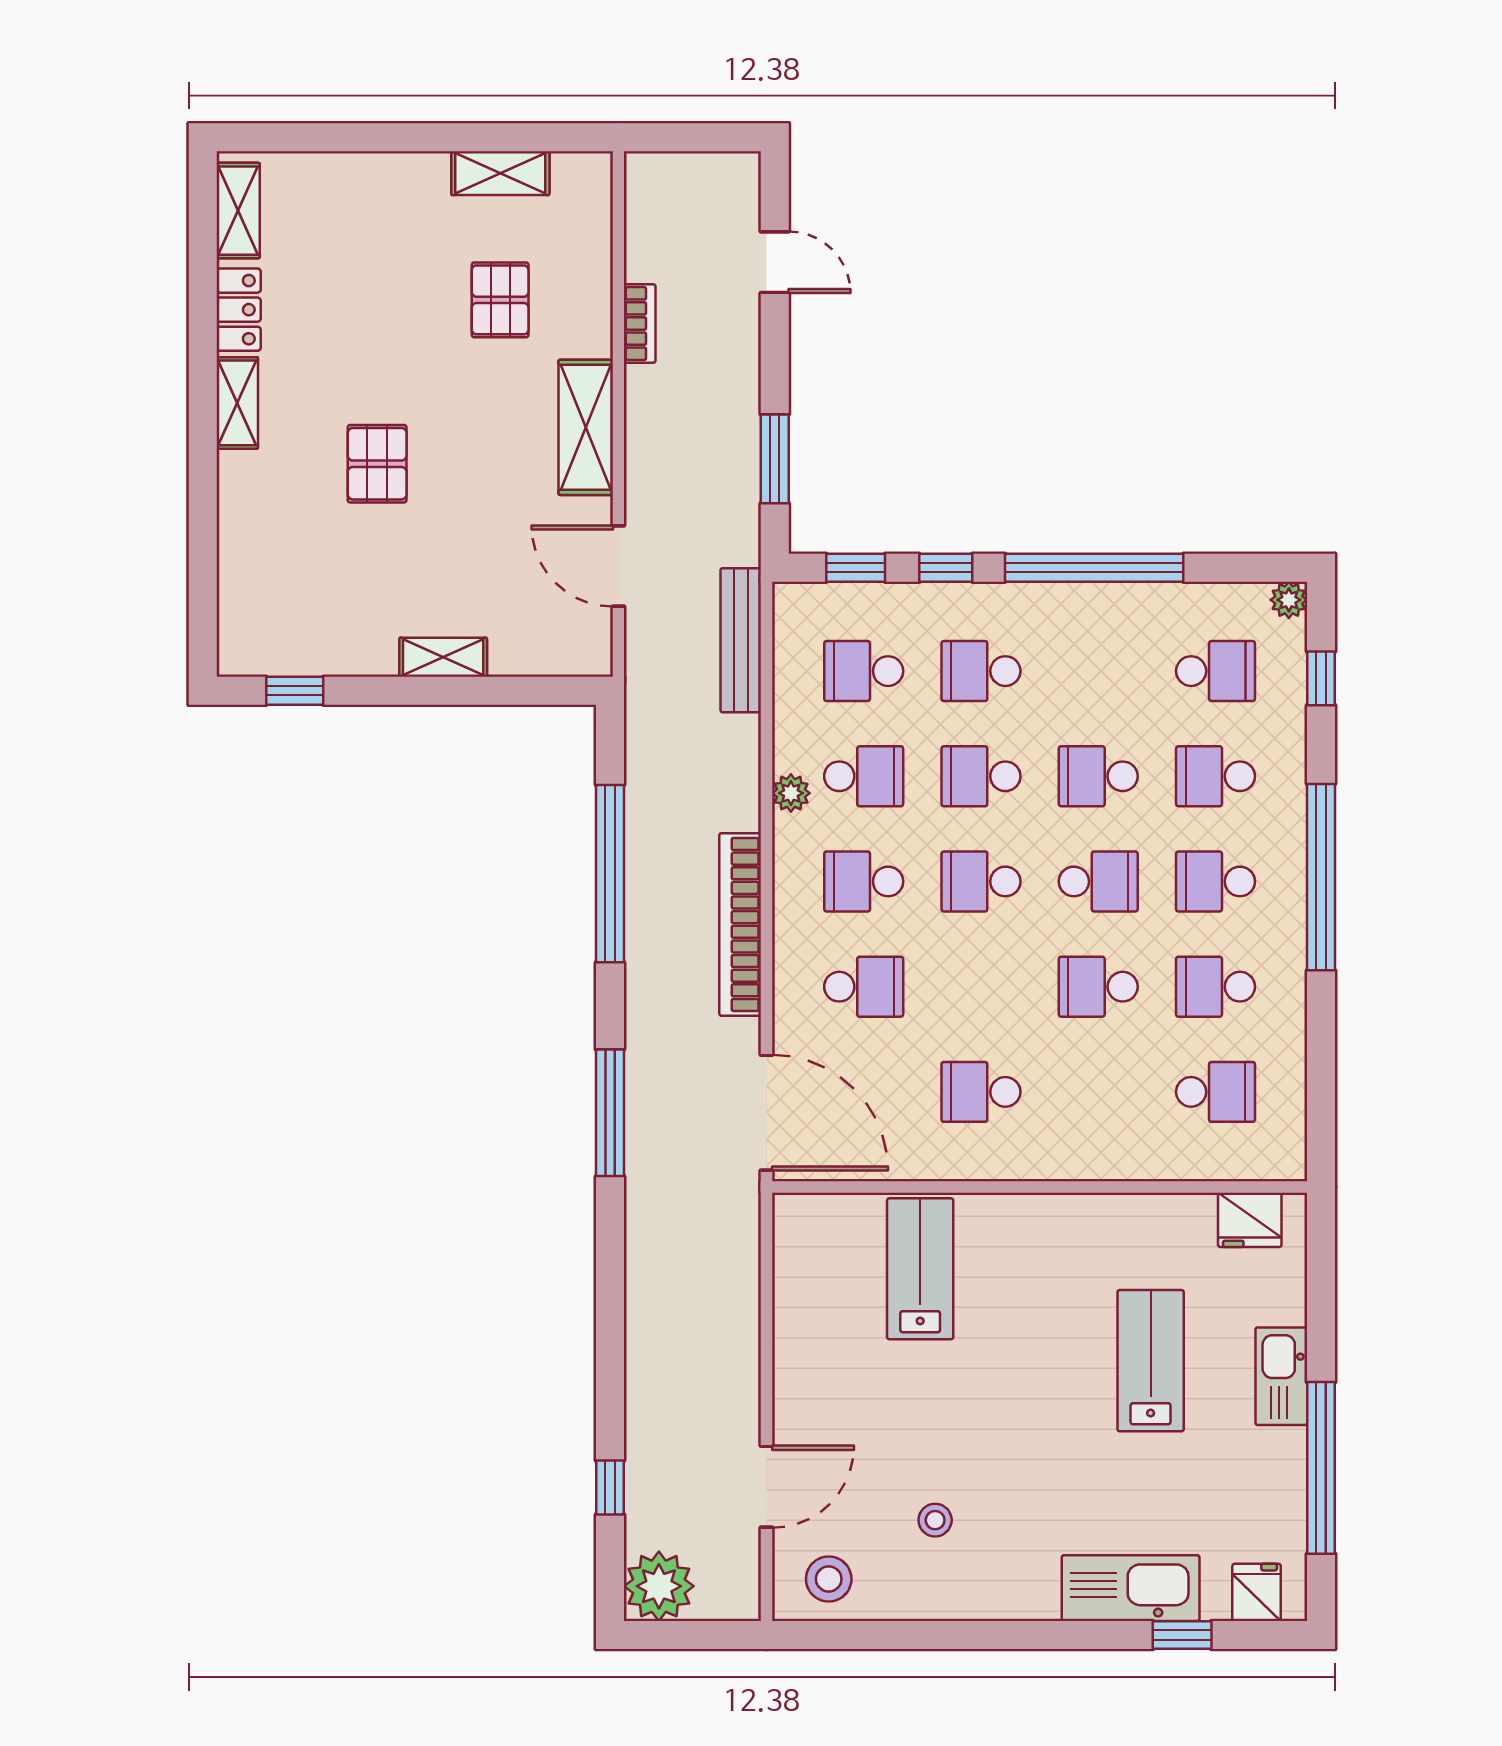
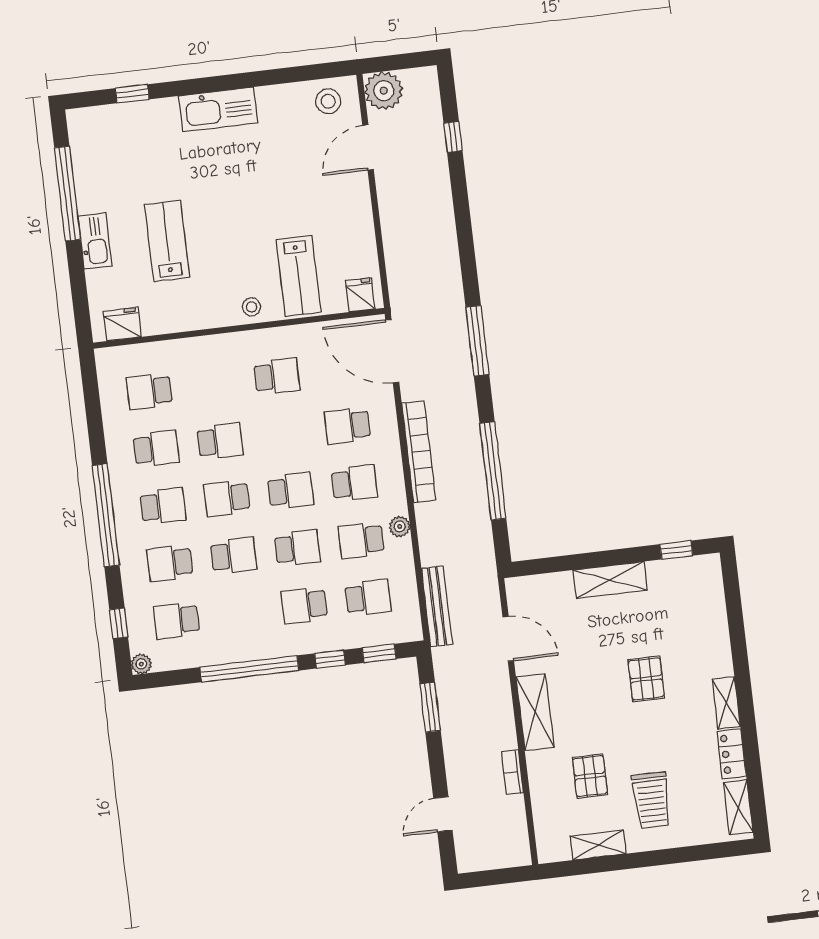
trolley: (394, 243) -> (651, 800), added
door: (775, 262) -> (443, 814), hinge flipped
shelving: (443, 657) -> (610, 580), width x1.50, depth x1.33
school desk: (981, 671) -> (304, 605), turned 180
school desk: (1216, 776) -> (170, 563), turned 180
lab bench: (1151, 1361) -> (167, 241), turned 180
stool: (935, 1520) -> (252, 307), moved
plant: (659, 1586) -> (384, 91), moved
kitchen sink: (1131, 1588) -> (218, 109), moved
fridge: (1257, 1592) -> (360, 295), moved, turned 180

